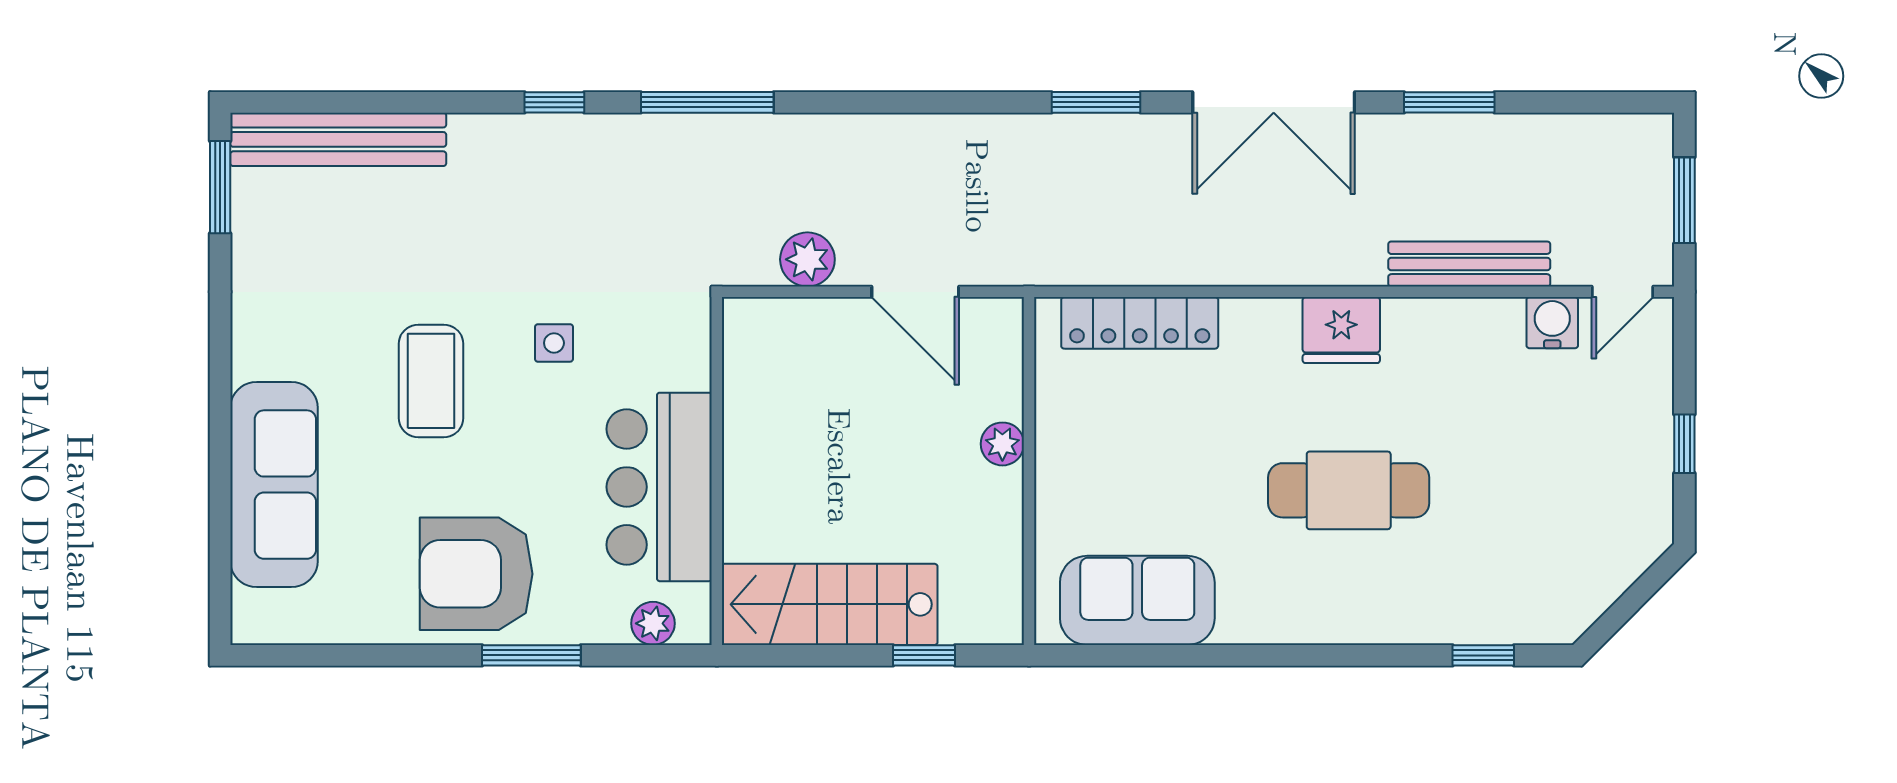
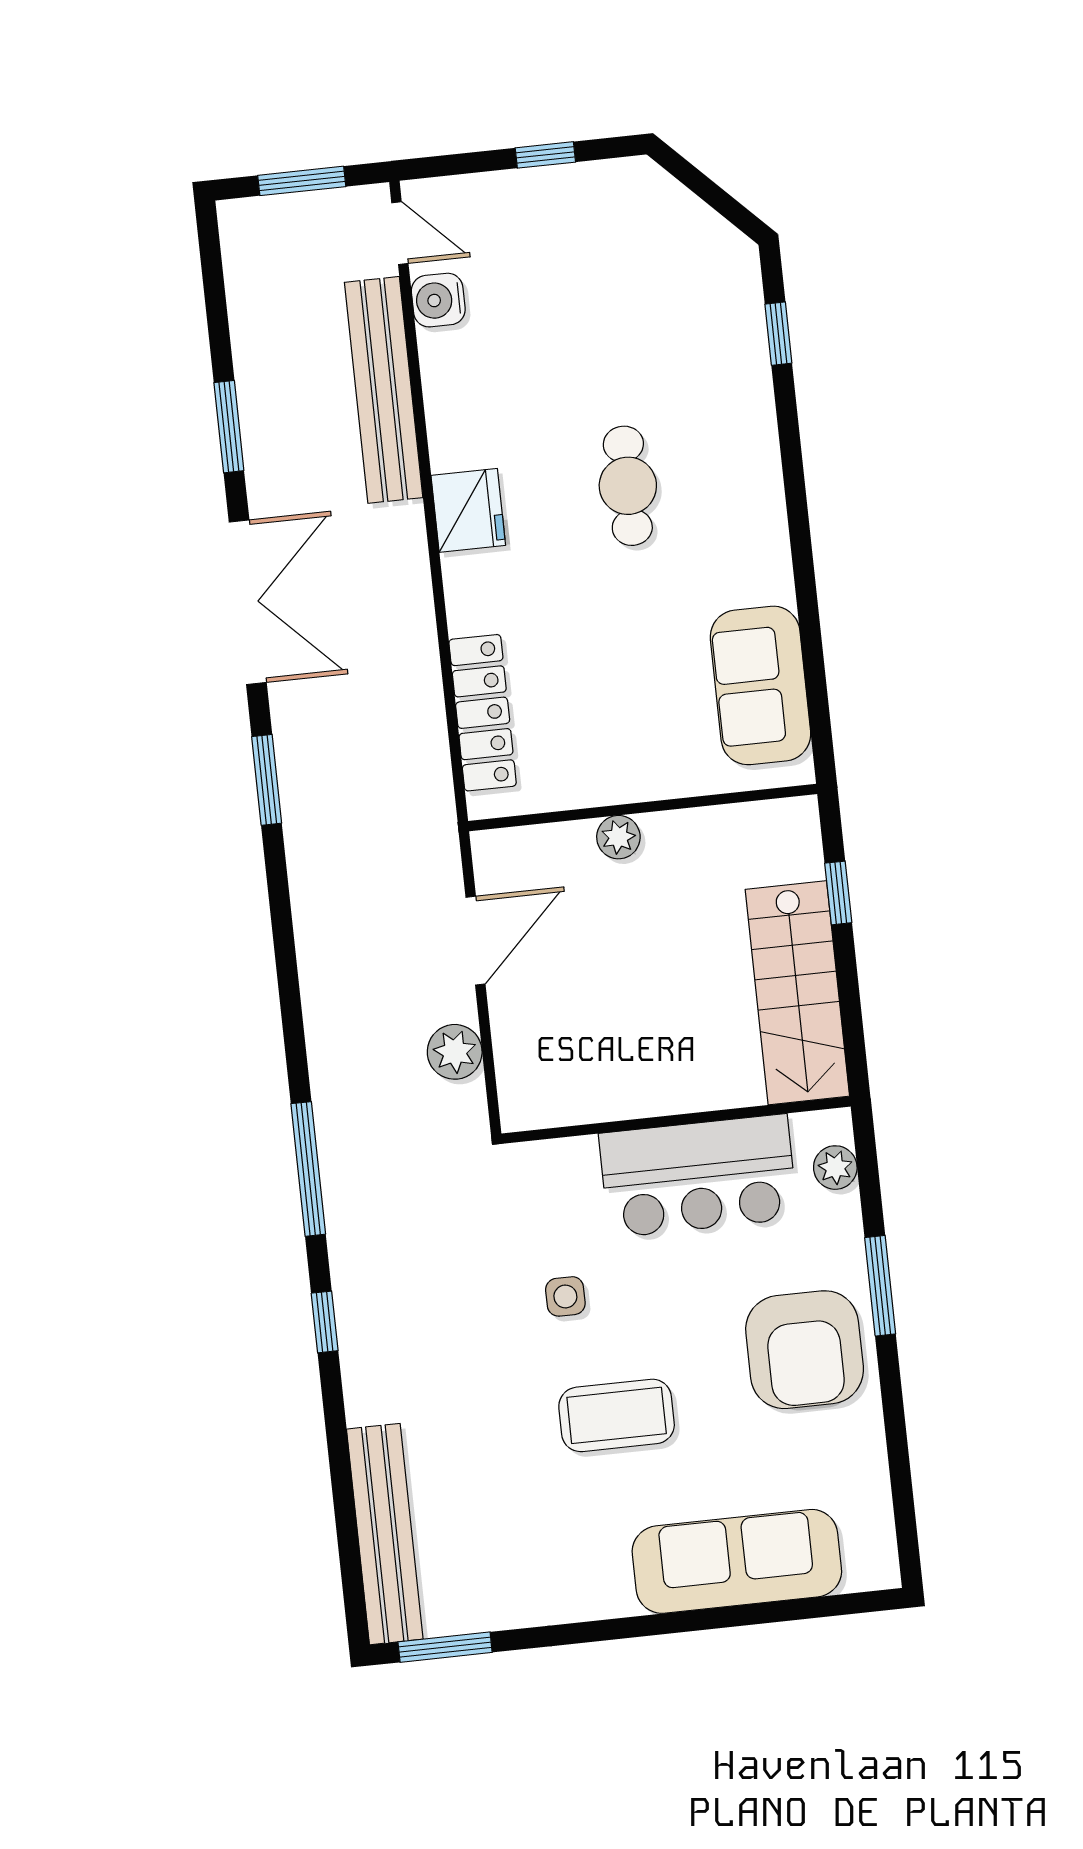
bench: (1469, 264) -> (384, 390), width x1.37, depth x1.21
cafe table: (1349, 490) -> (628, 486), width x0.73, depth x0.74

